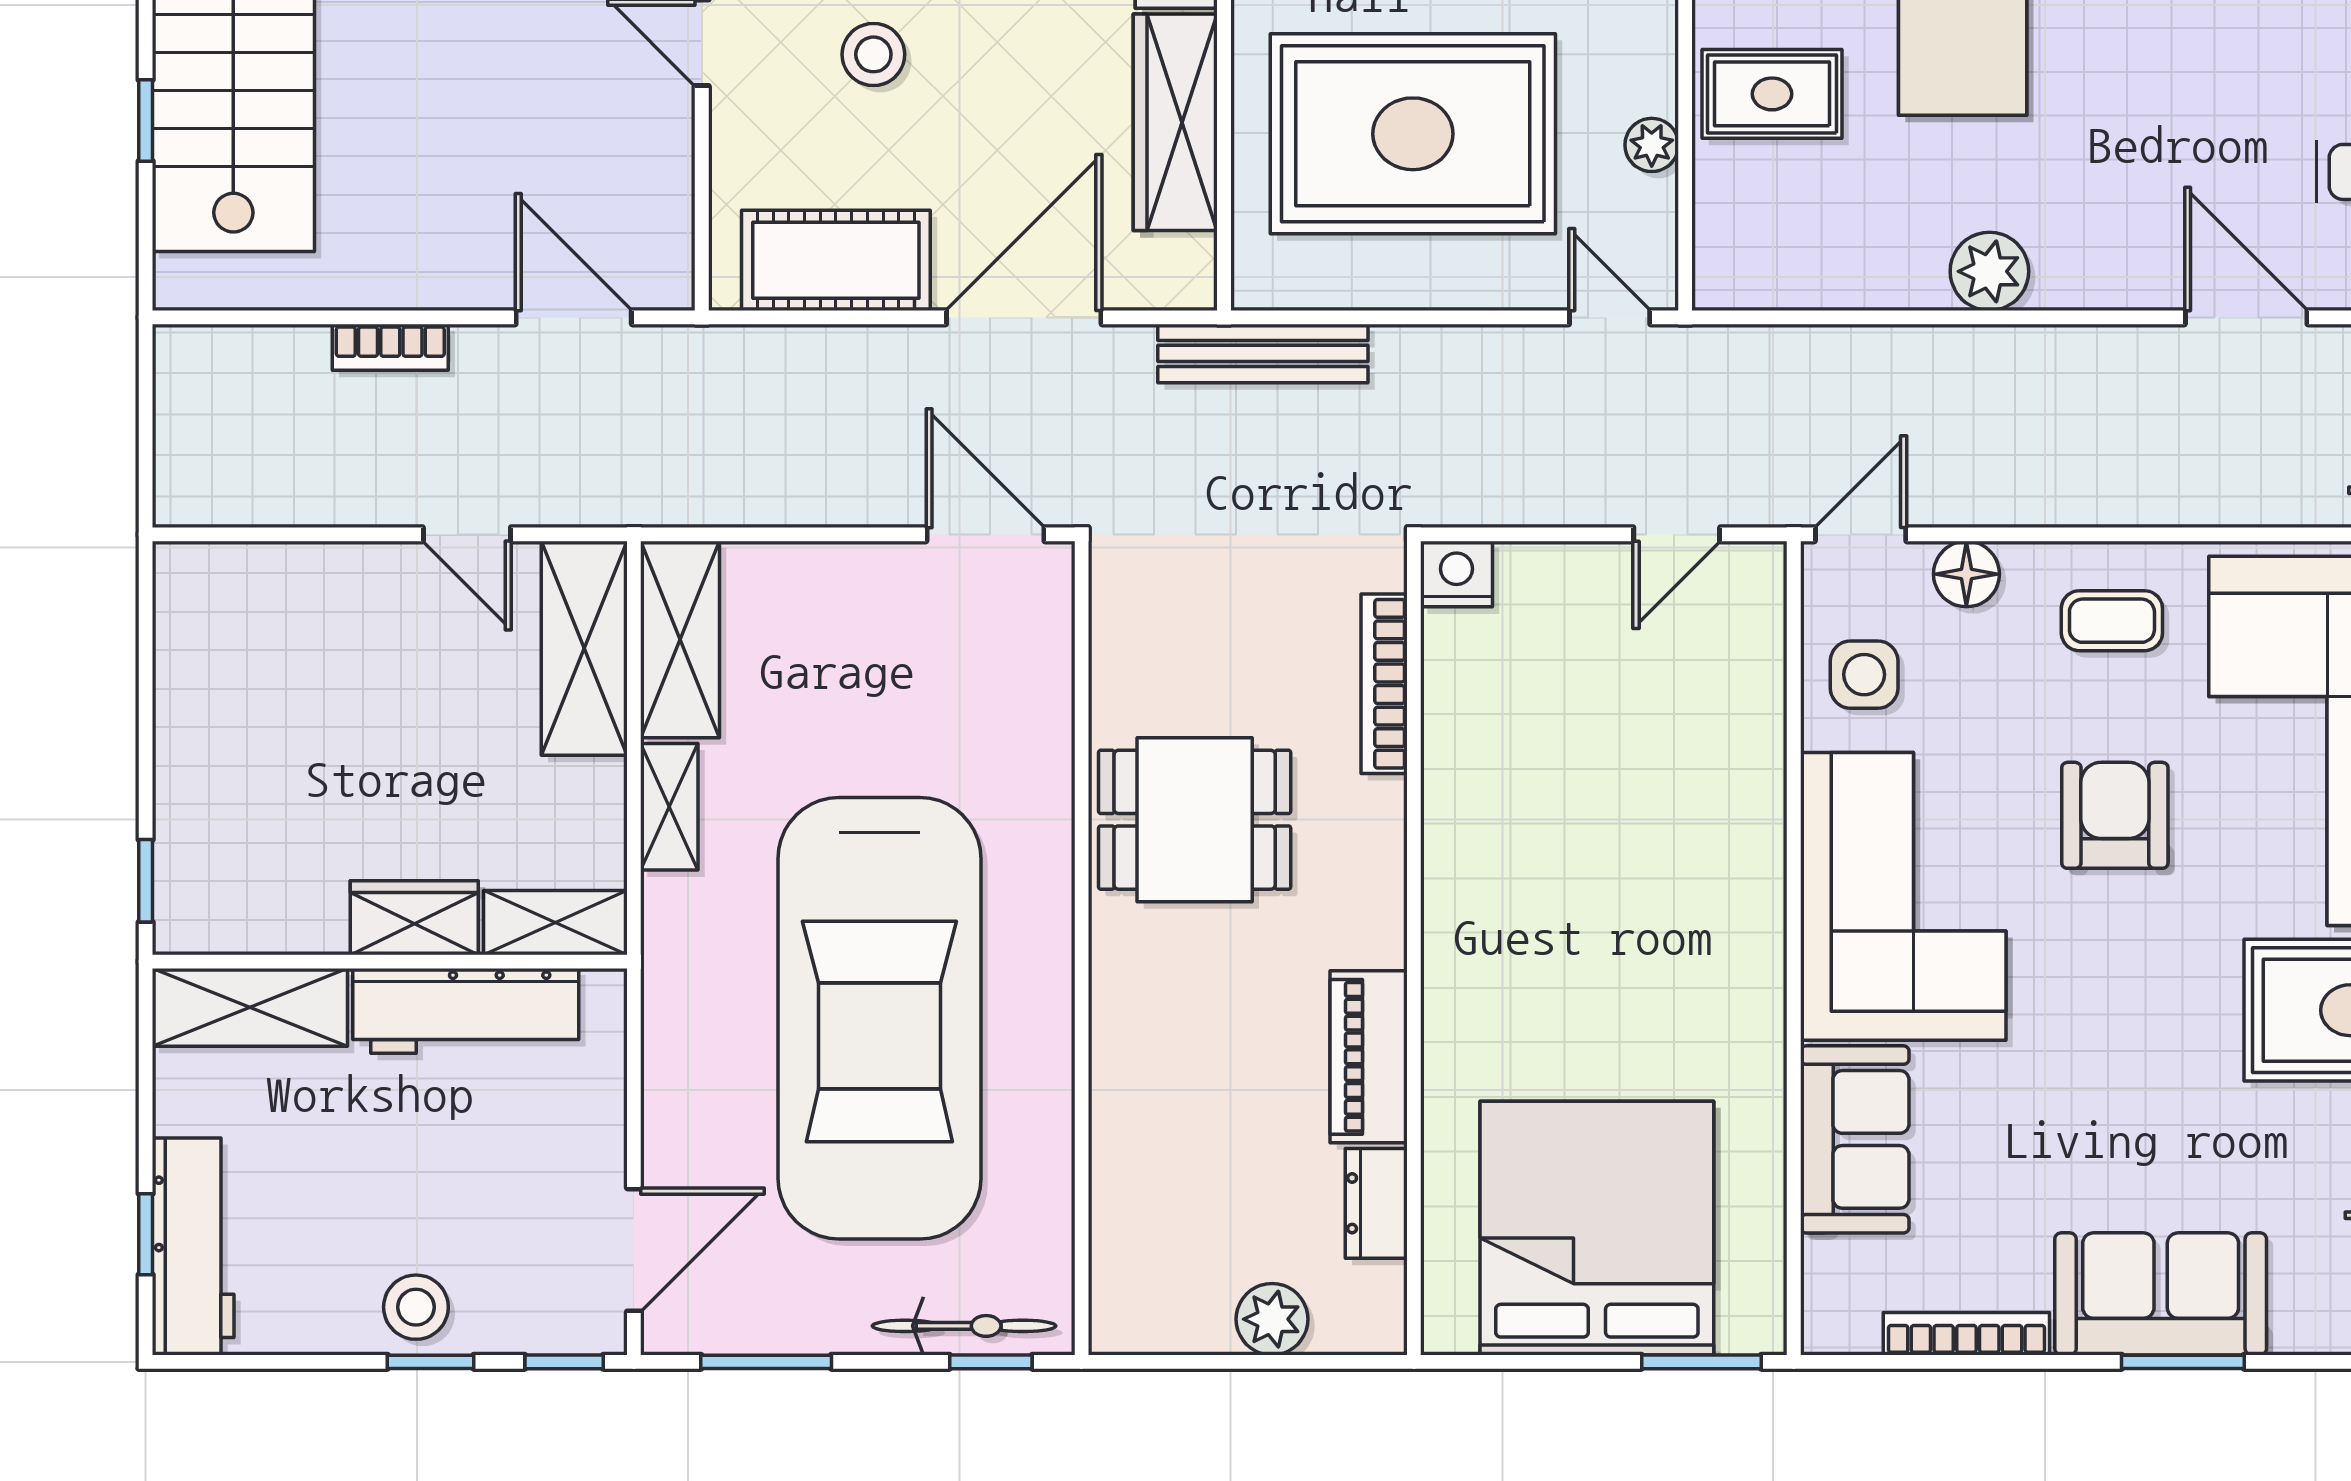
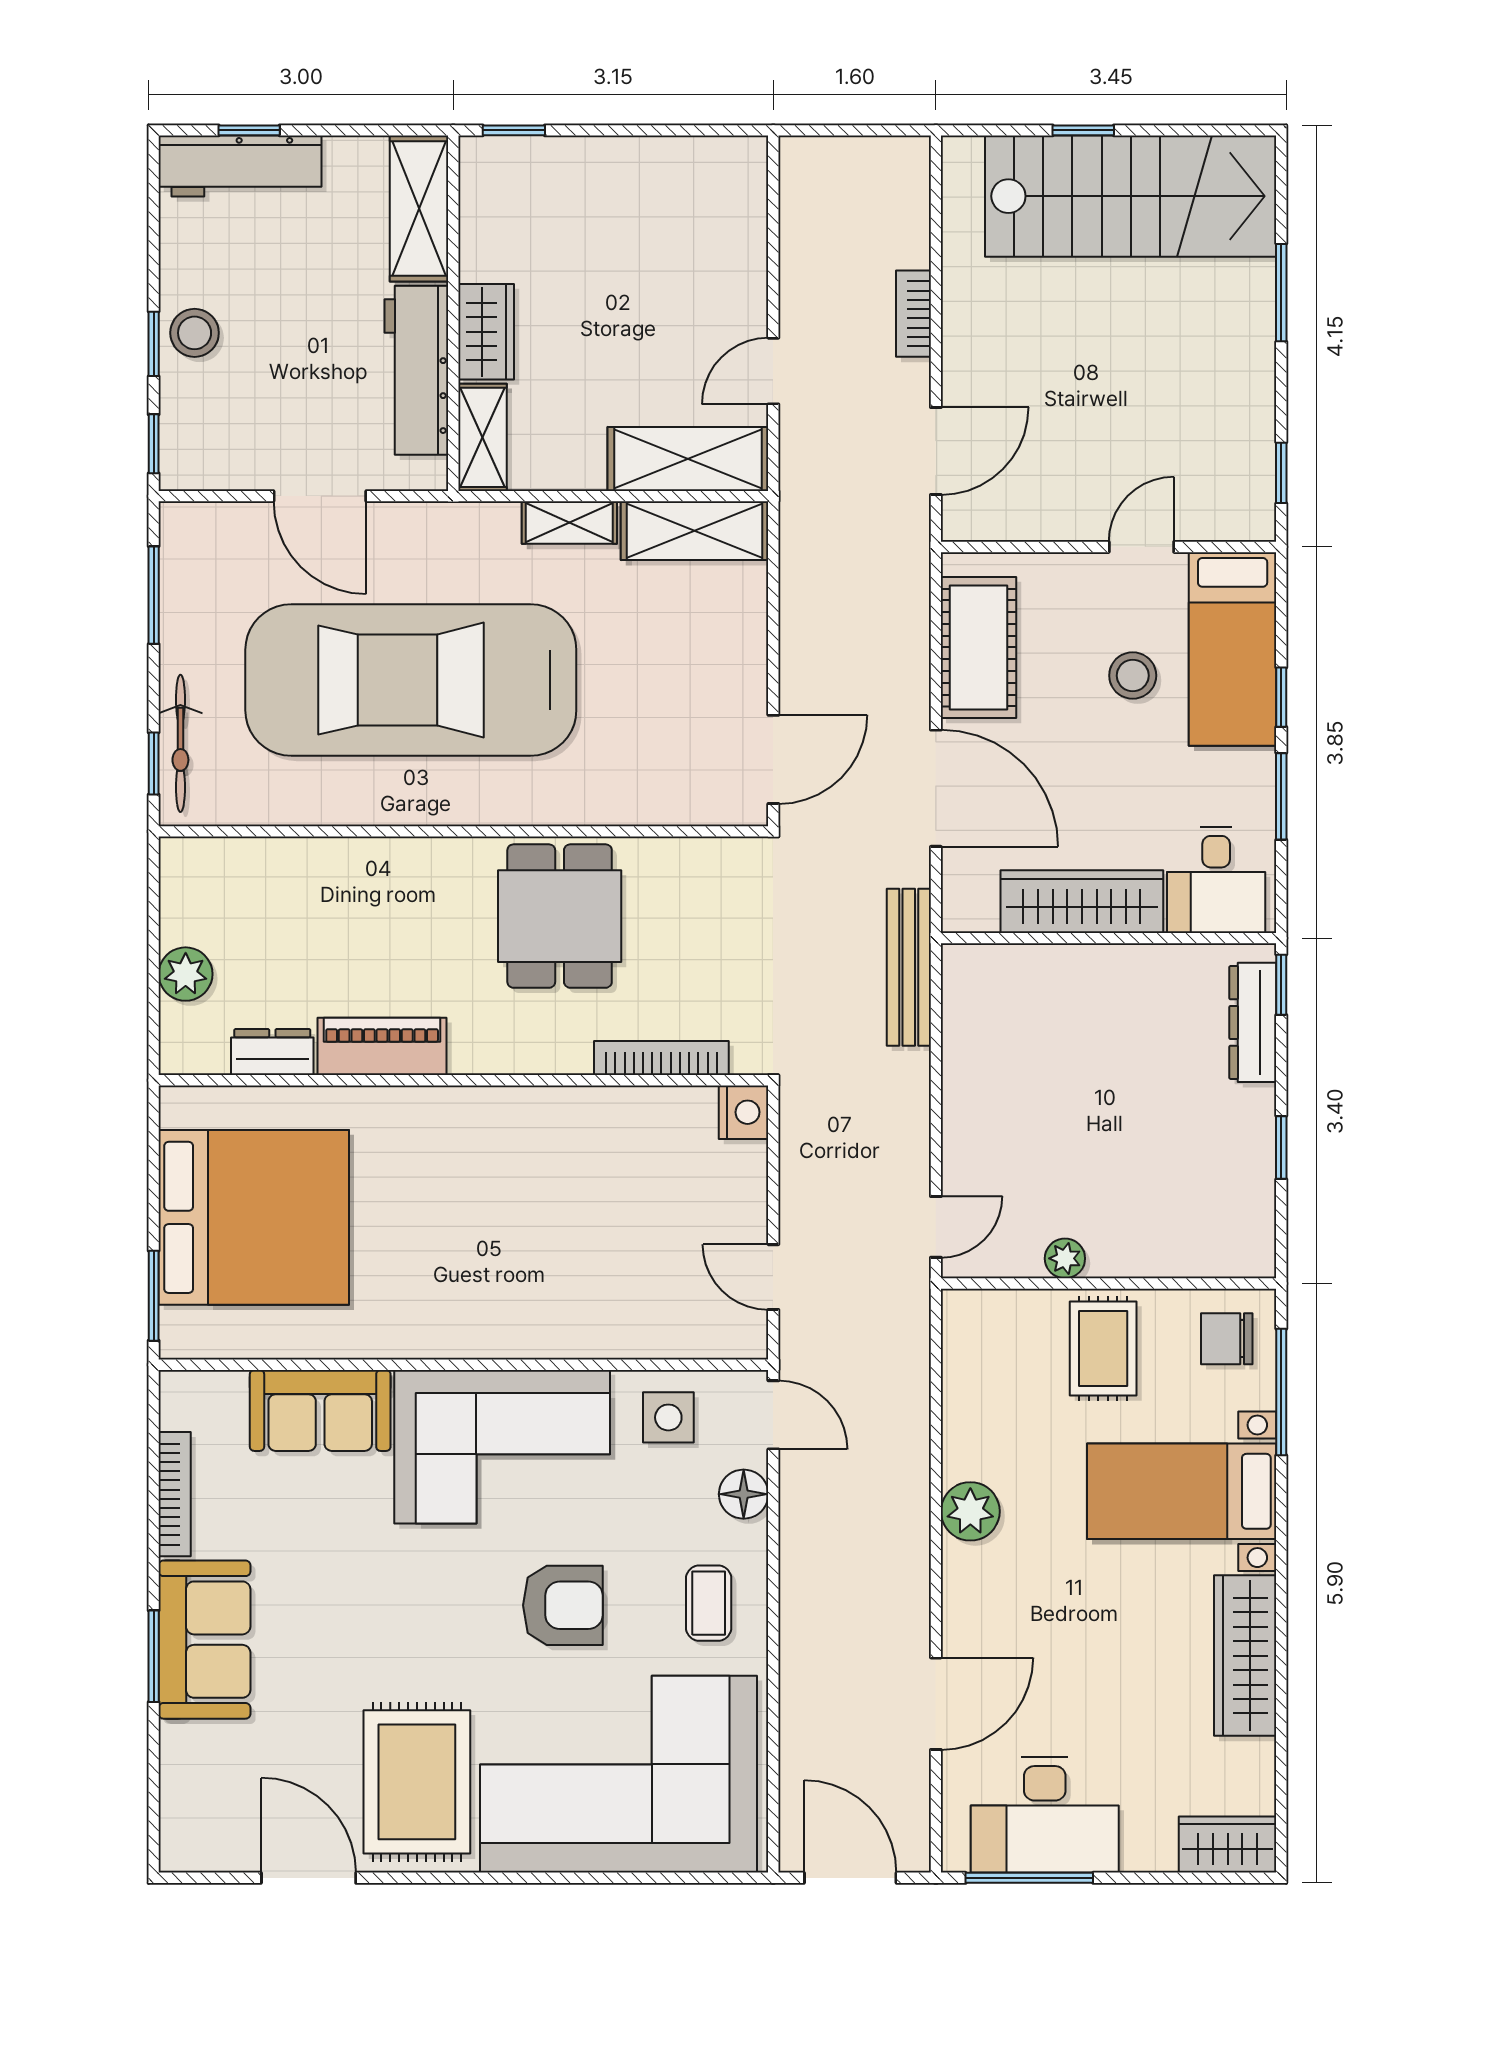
rug: (1413, 134) -> (1073, 1080), removed
door: (634, 1250) -> (320, 496), moved

